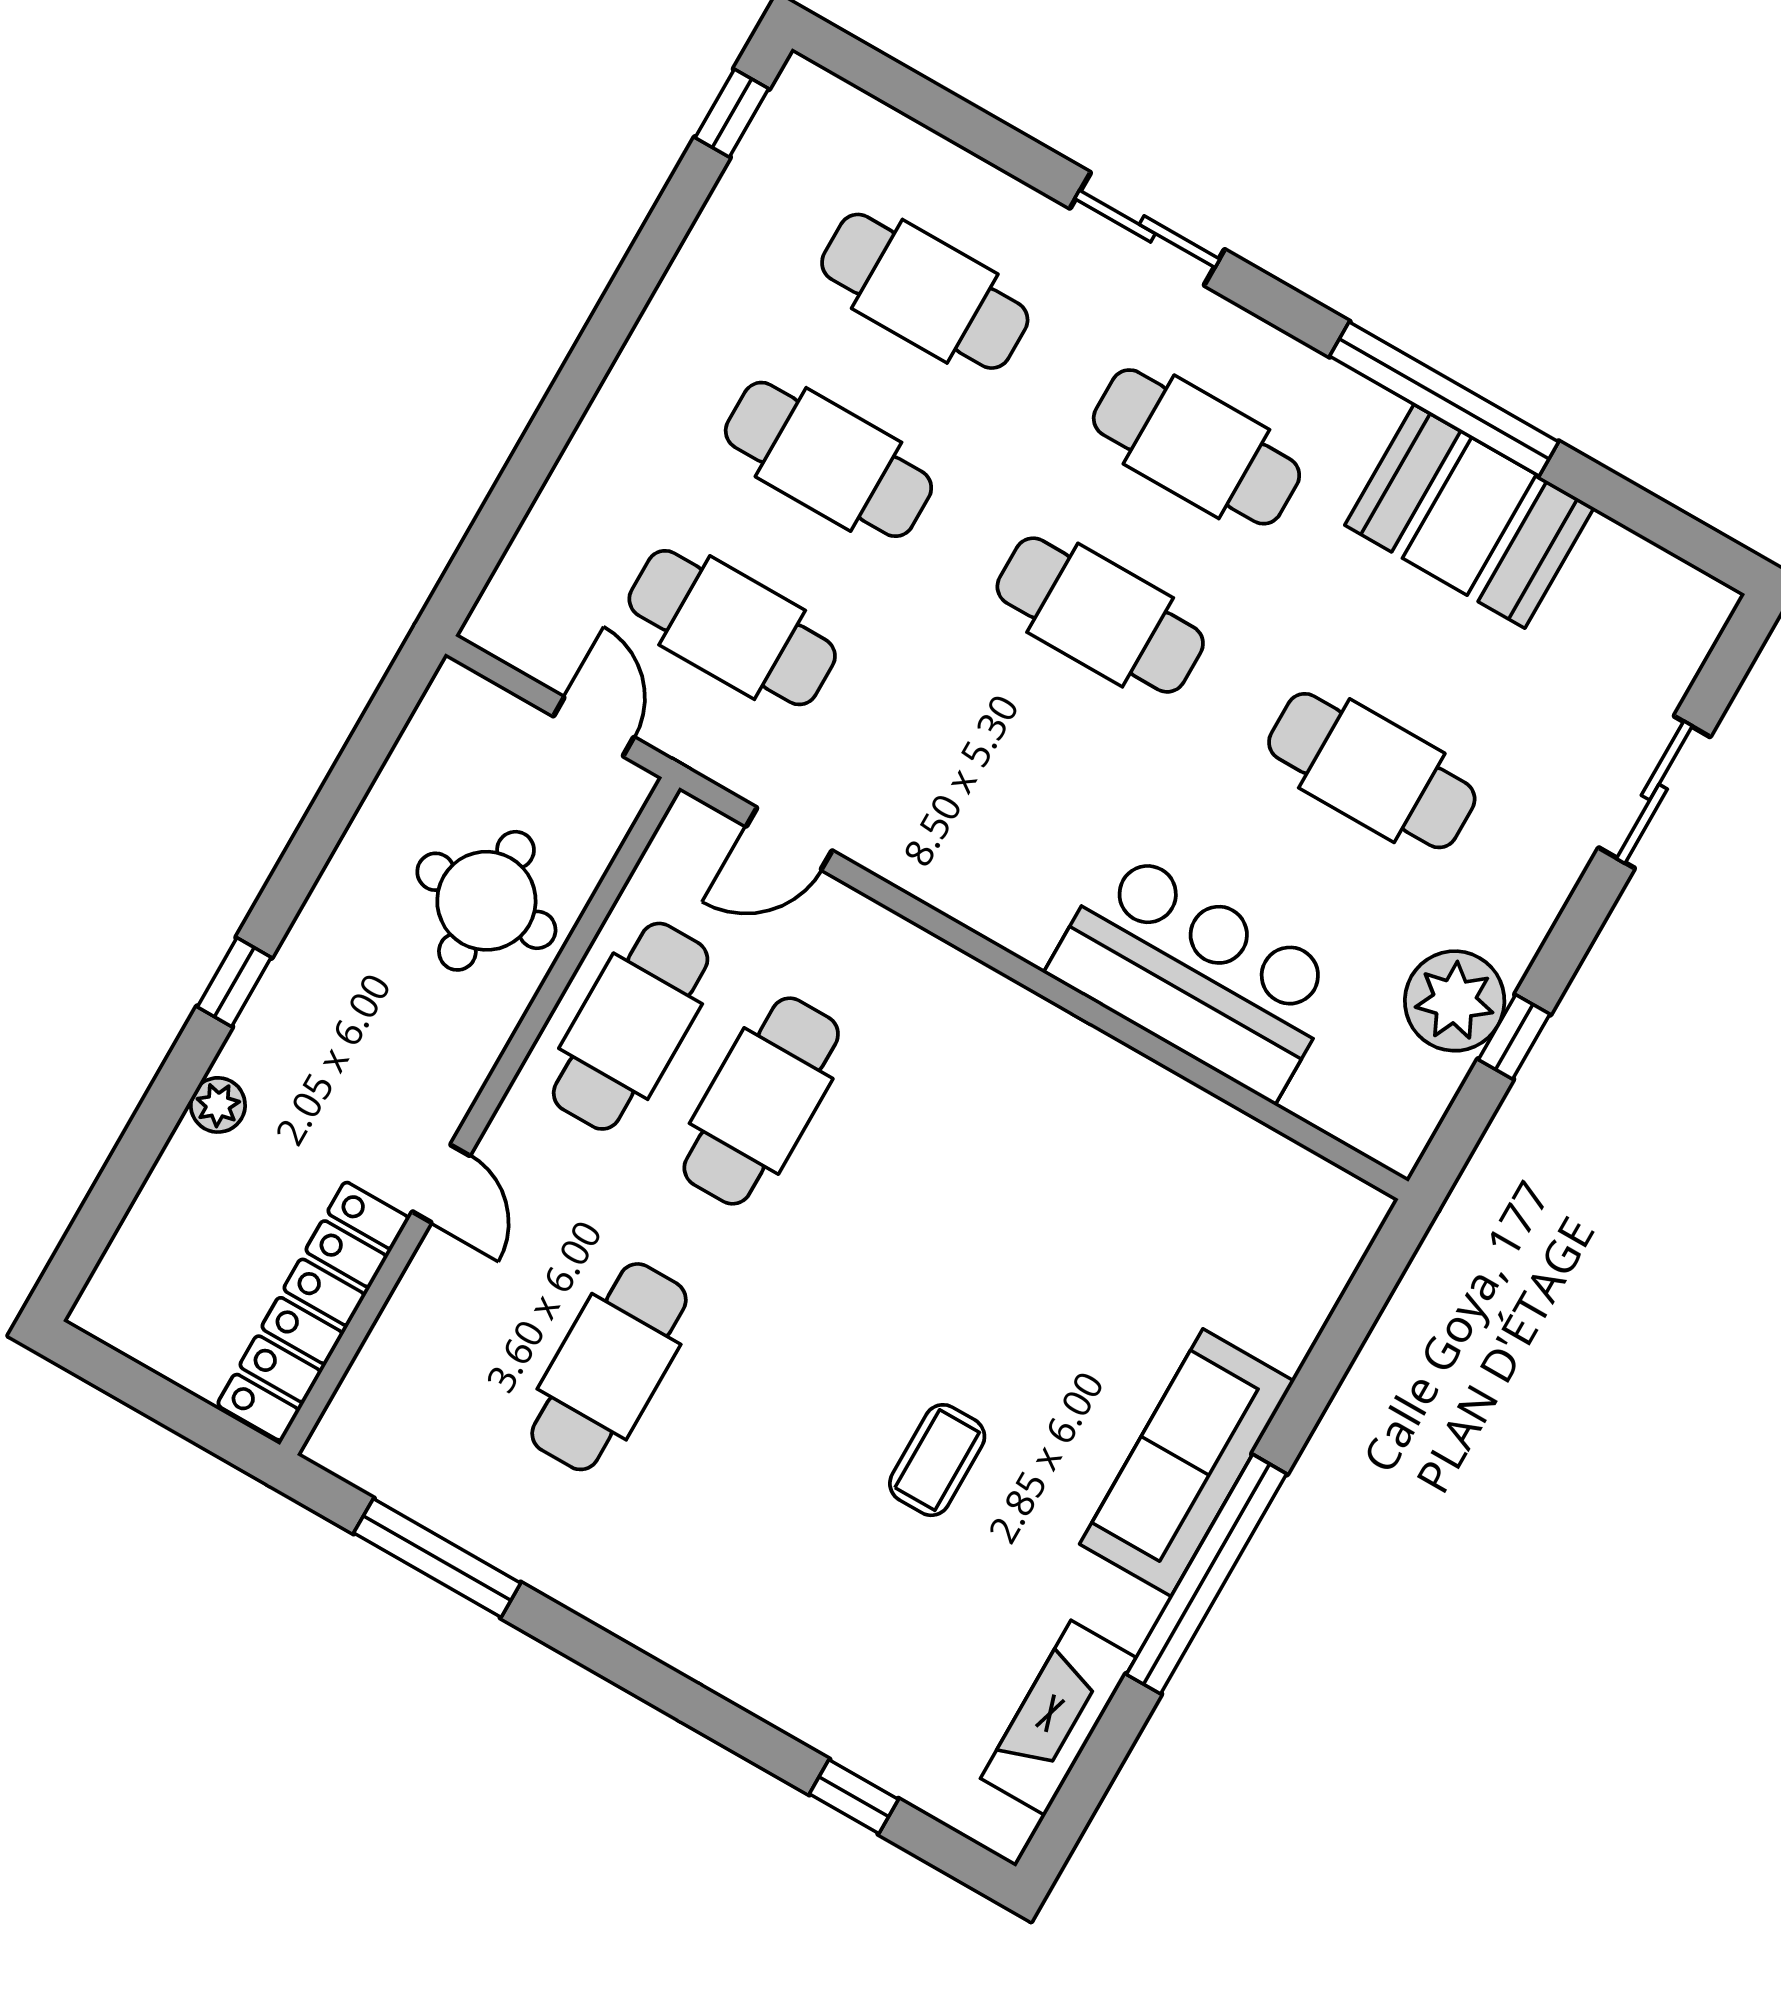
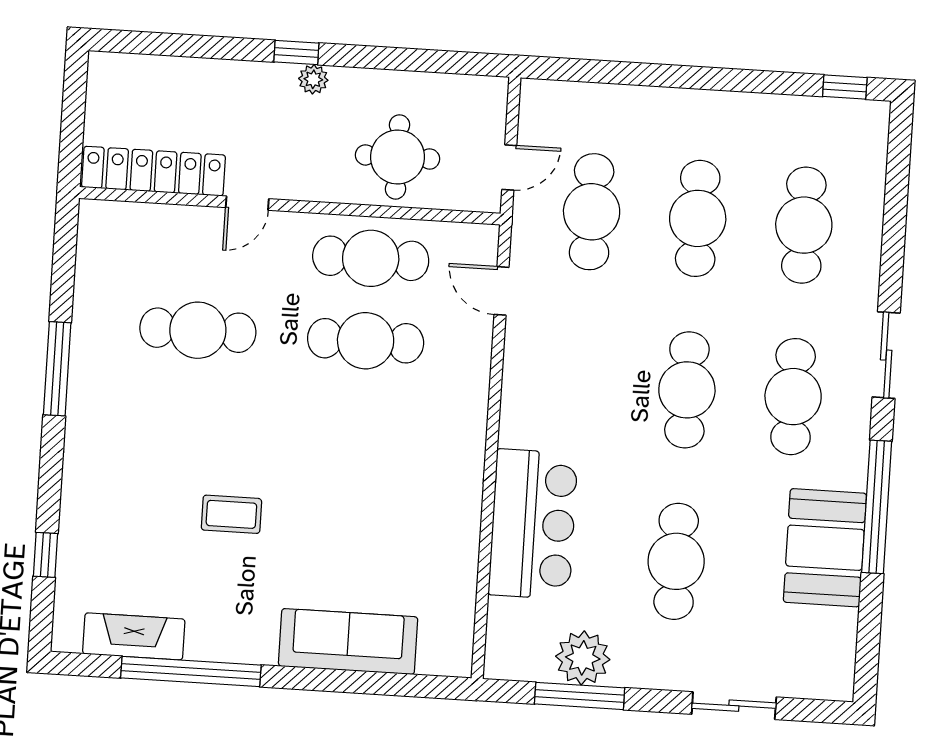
sliding door: (1147, 229) -> (886, 355), moved
window: (1514, 1037) -> (580, 696), width x2.17
plant: (218, 1105) -> (313, 79), moved
sofa: (1187, 1463) -> (348, 642), moved
window: (437, 1558) -> (57, 369), moved
window: (1207, 1574) -> (191, 671), moved

